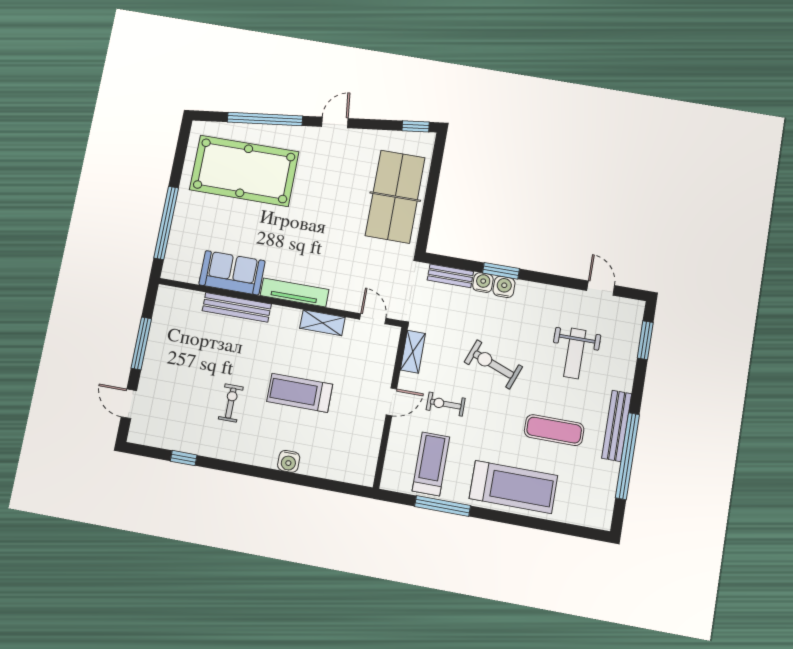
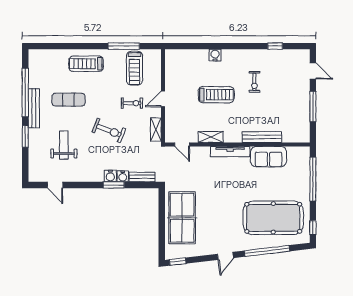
window: (182, 144) -> (313, 228), added
window: (645, 340) -> (25, 136), moved
treadmill: (513, 487) -> (86, 64), width x0.73, depth x0.73

